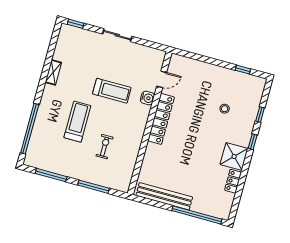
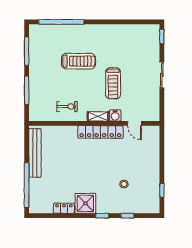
shelving: (53, 72) -> (98, 116), moved
exercise bike: (105, 147) -> (67, 107), moved

